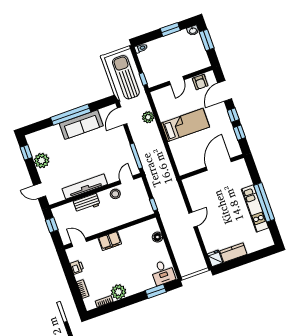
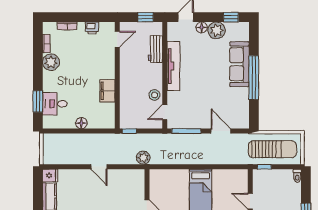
door: (122, 116) -> (221, 131), moved
plant: (148, 117) -> (143, 158), moved
sofa: (81, 125) -> (239, 64), moved
floor lamp: (44, 174) -> (202, 27), added
door: (127, 180) -> (165, 112), swing flipped
workbench: (87, 203) -> (155, 49), moved
floor lamp: (157, 237) -> (81, 123), moved
filing cabinet: (110, 241) -> (107, 91), moved
desk: (163, 272) -> (55, 104), moved

